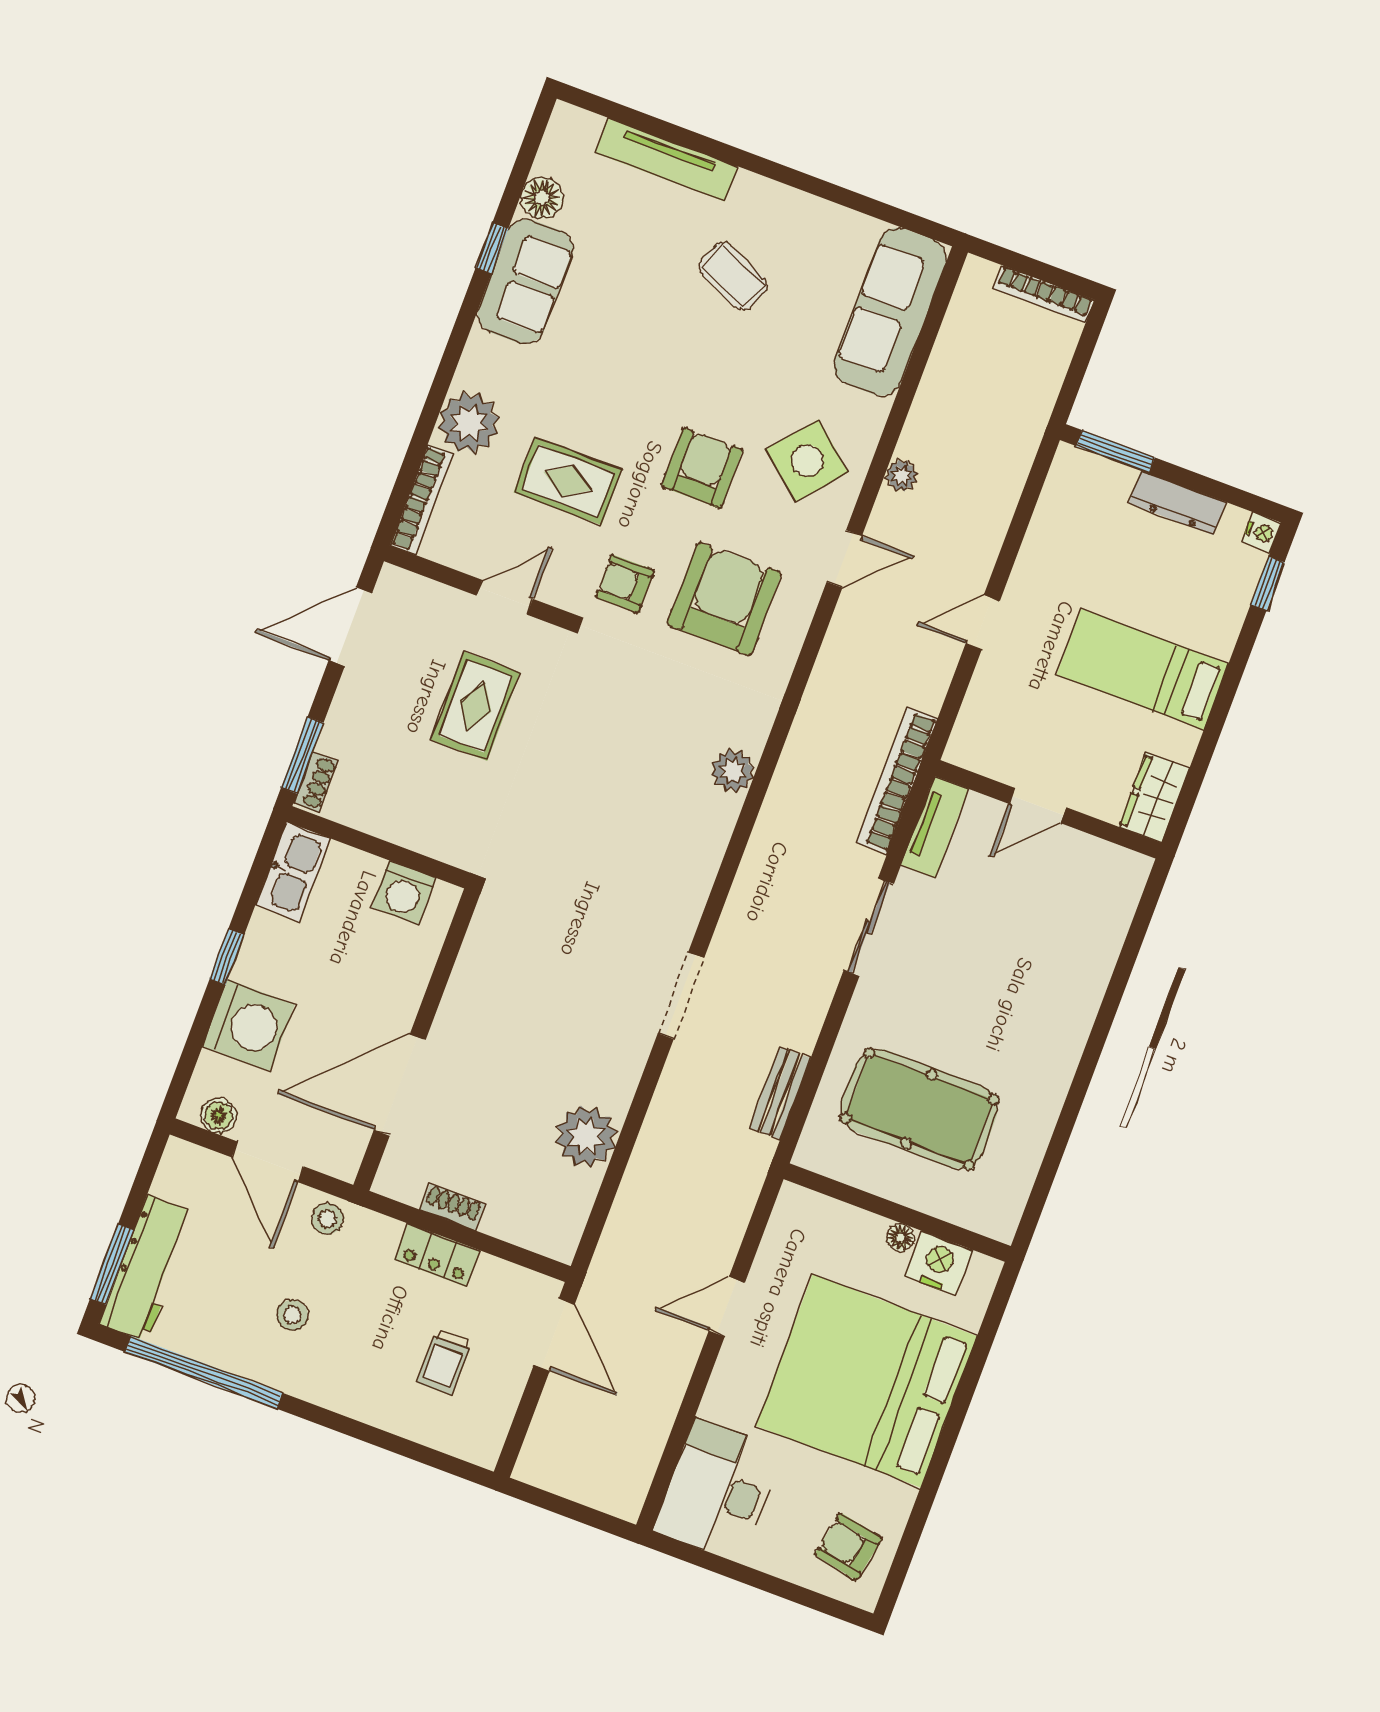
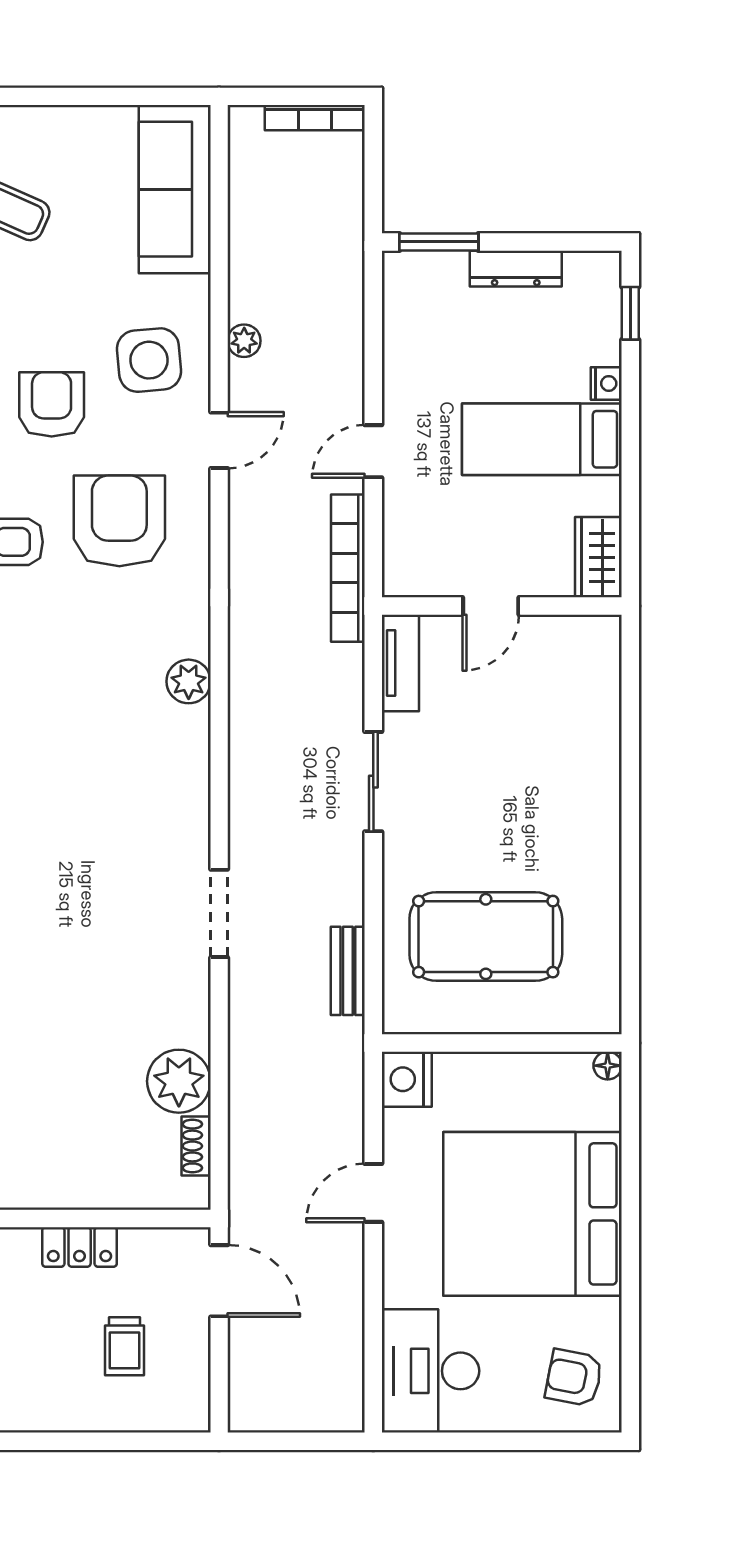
side table: (807, 461) -> (149, 360), turned 45
nightstand: (1261, 532) -> (606, 383), moved
bookcase: (897, 780) -> (348, 568), moved
shoe rack: (452, 1207) -> (196, 1146), moved, turned -90
floor lamp: (900, 1238) -> (608, 1066), moved
nightstand: (938, 1263) -> (407, 1079), moved, turned -90

